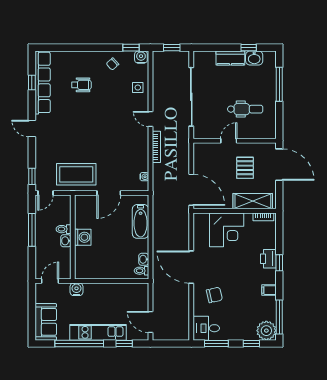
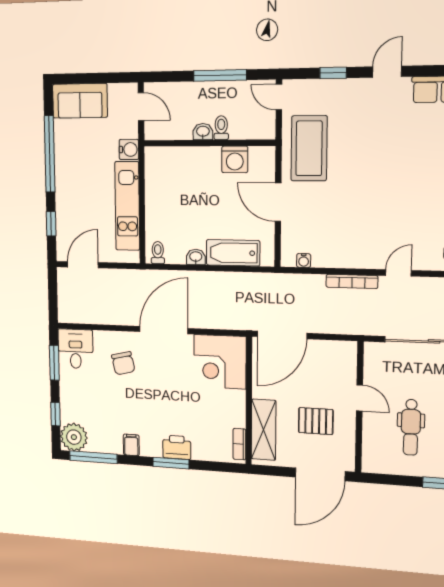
window: (32, 176) -> (333, 73), moved
corner desk: (227, 230) -> (220, 362), moved
washing machine: (83, 237) -> (235, 159), moved
washbasin: (144, 259) -> (196, 257), moved
window: (279, 263) -> (171, 463), width x1.50
kitchen unit: (98, 332) -> (127, 206), moved, turned 180

